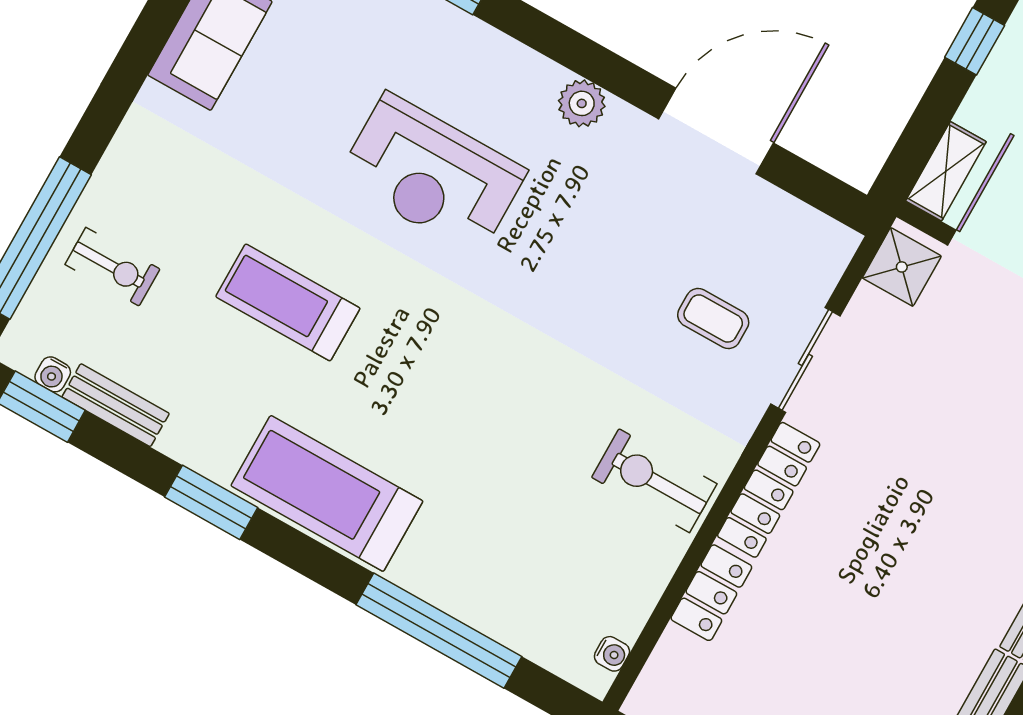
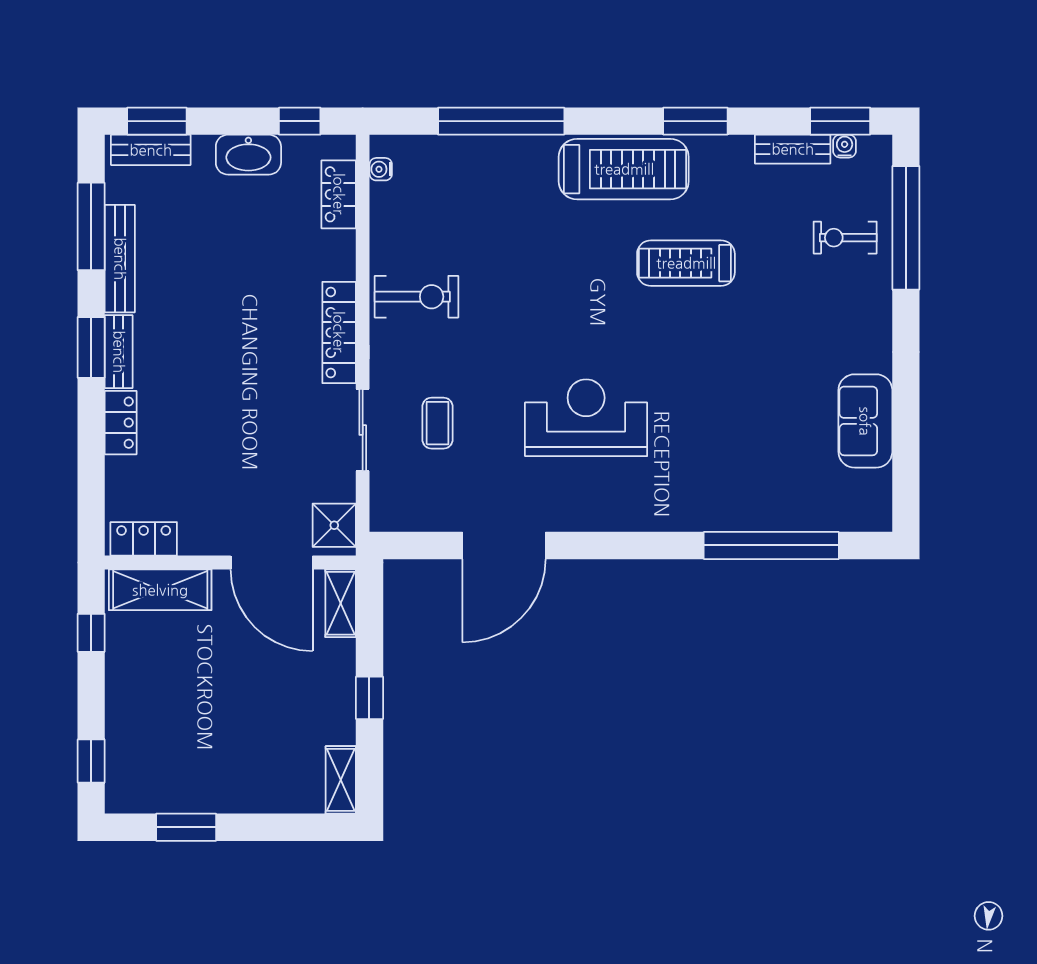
plant: (582, 103) -> (601, 514), removed
reception desk: (432, 175) -> (586, 418), moved
treadmill: (288, 302) -> (686, 263), moved, turned 180
coffee table: (713, 319) -> (437, 423), turned 90
locker: (711, 593) -> (339, 194), moved

